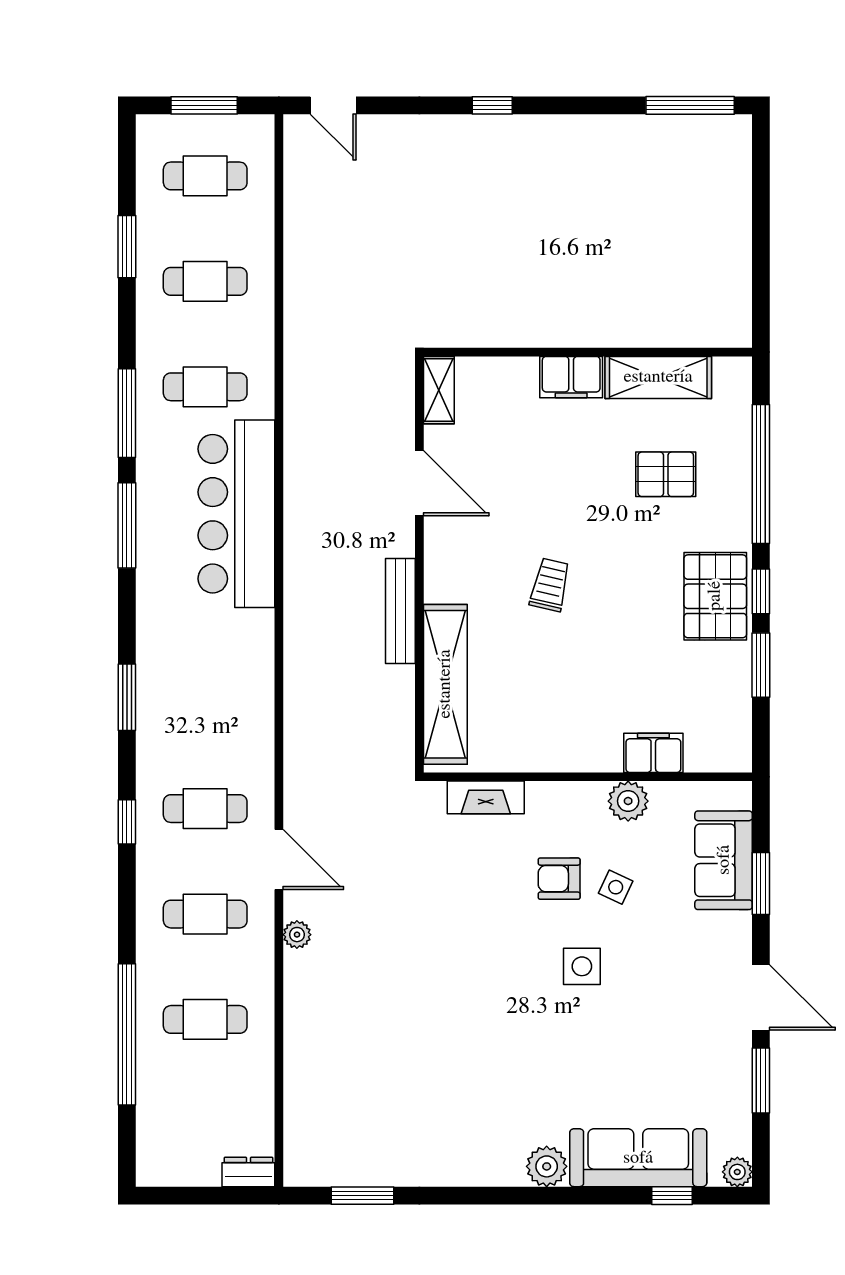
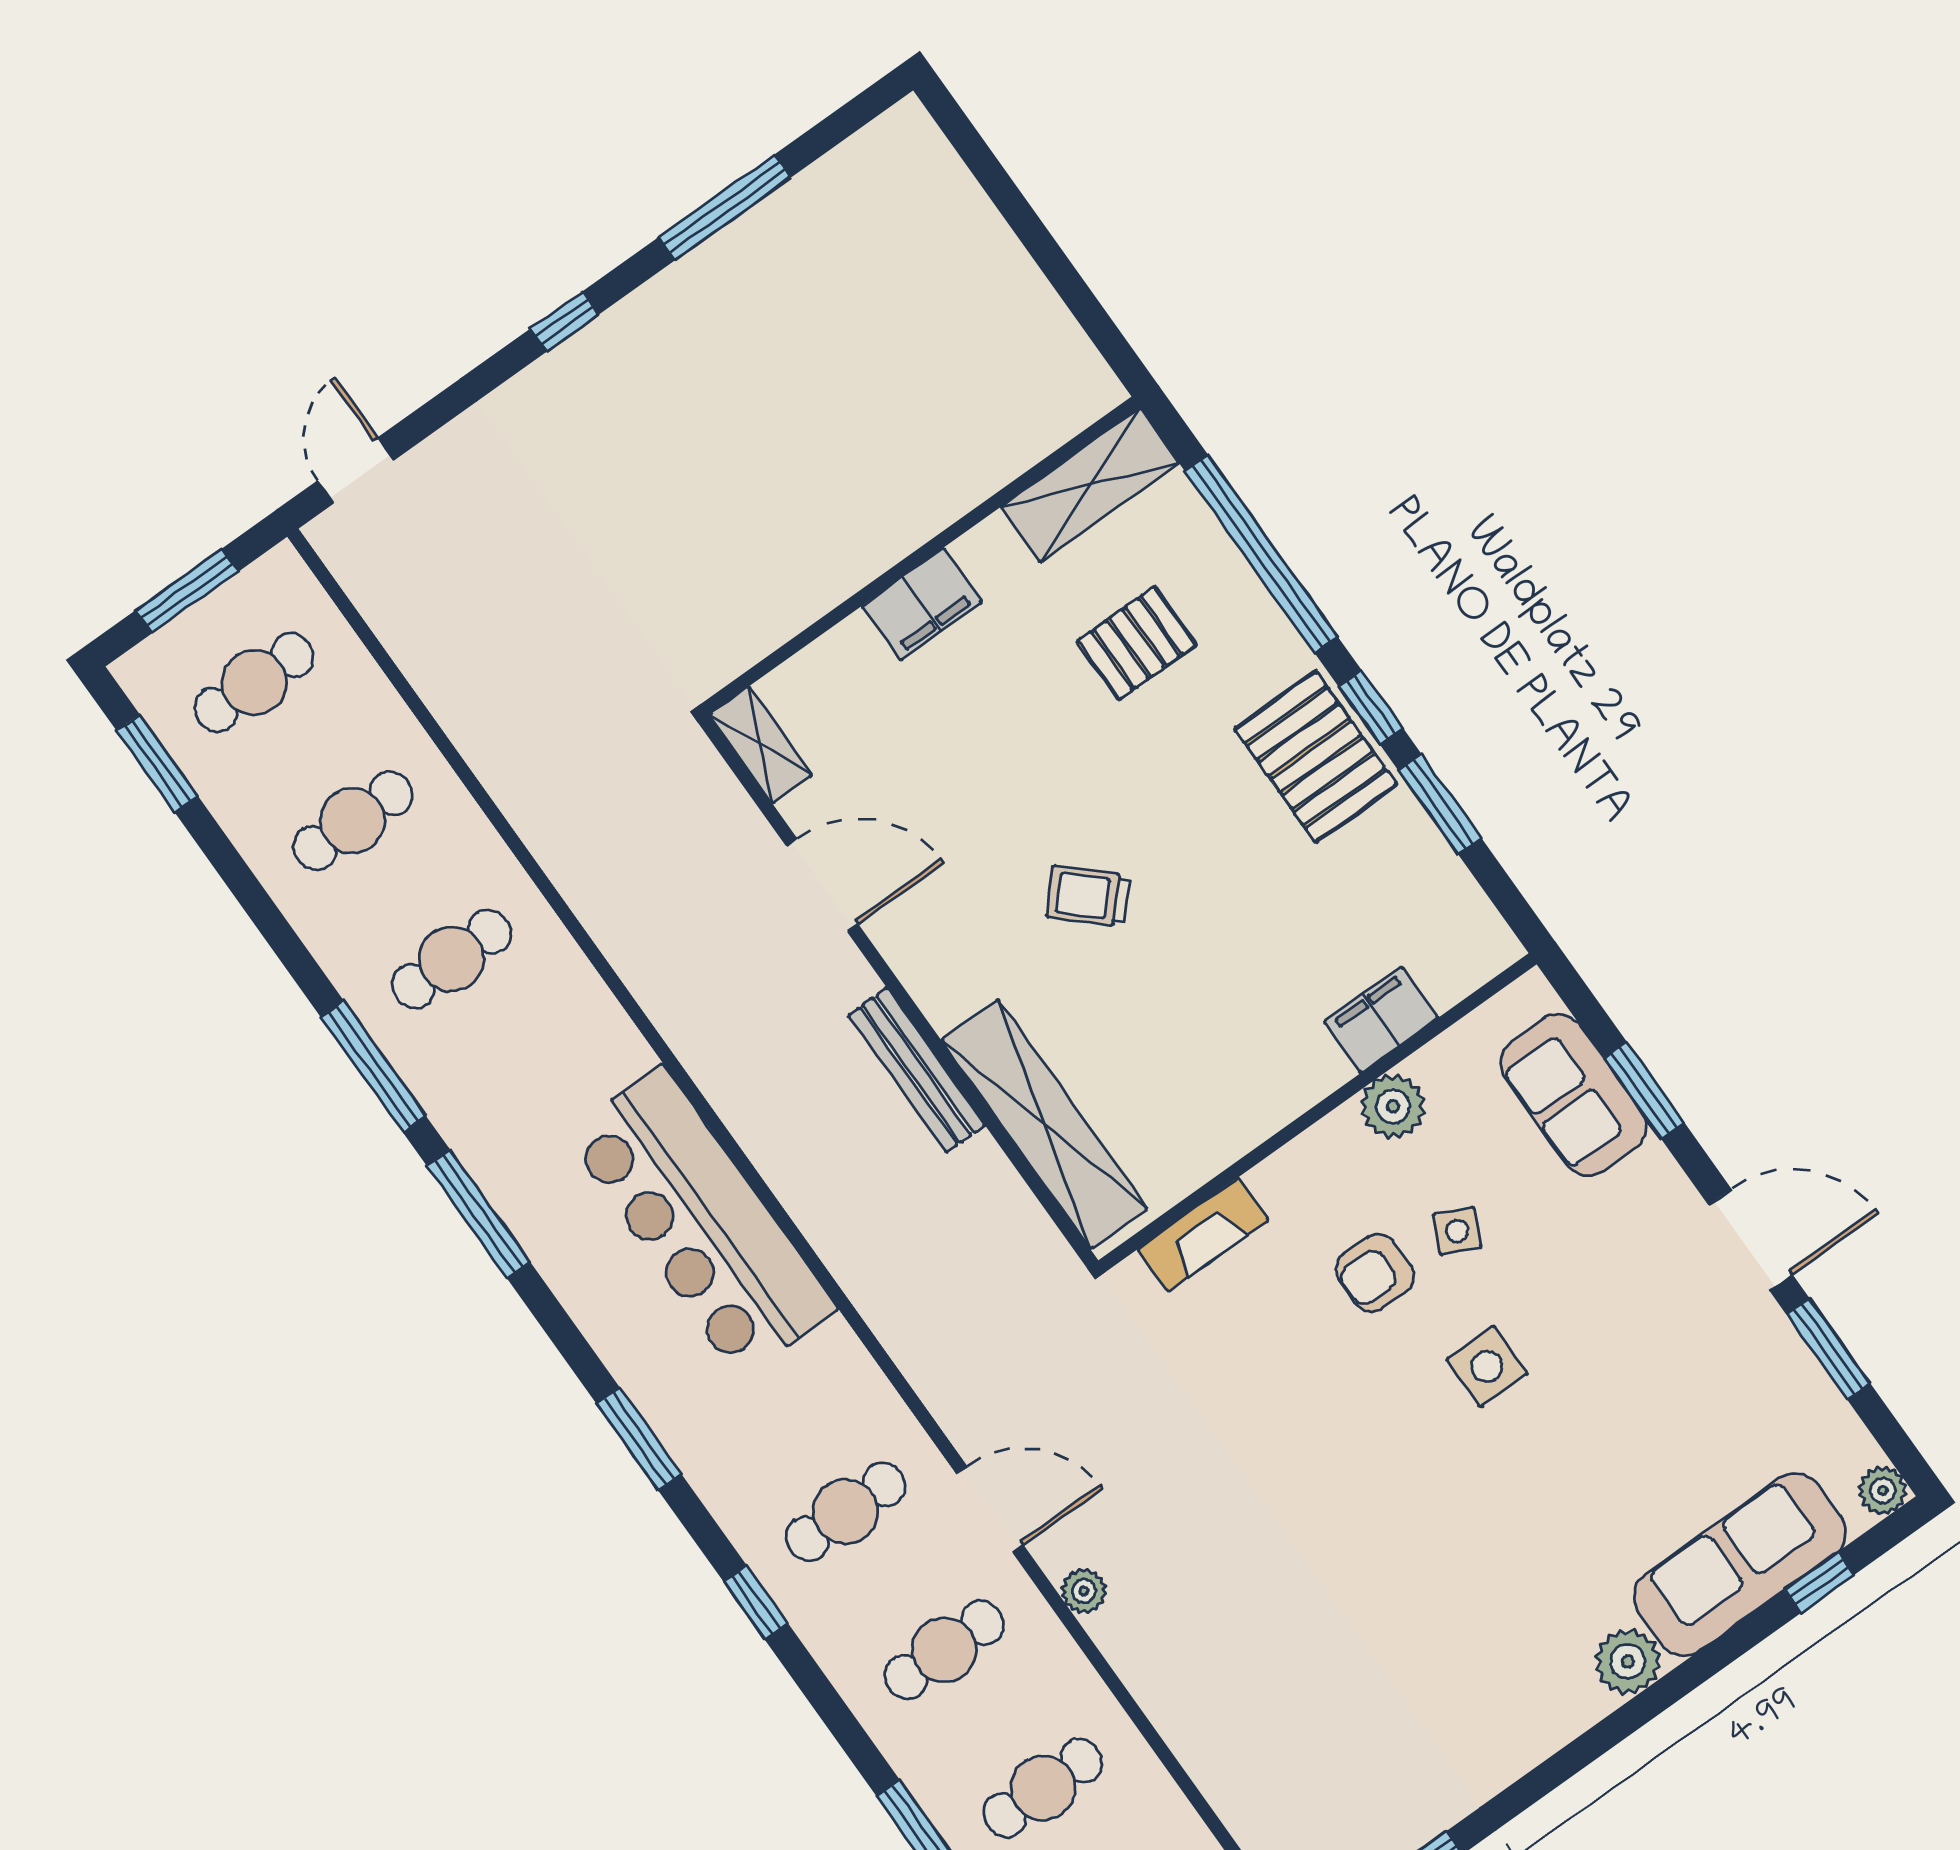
door: (333, 105) -> (356, 470), swing flipped
window: (690, 105) -> (725, 207), moved
window: (127, 247) -> (157, 764), moved
shelving: (658, 377) -> (1090, 485), moved
bar counter: (236, 514) -> (701, 1222), moved
trolley: (550, 585) -> (1088, 896), turned -60

